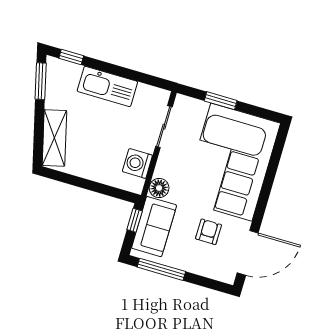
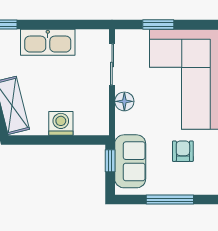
washing machine: (137, 163) -> (61, 123), moved, turned 90
floor lamp: (159, 188) -> (124, 101), moved
window: (161, 269) -> (170, 200), moved

